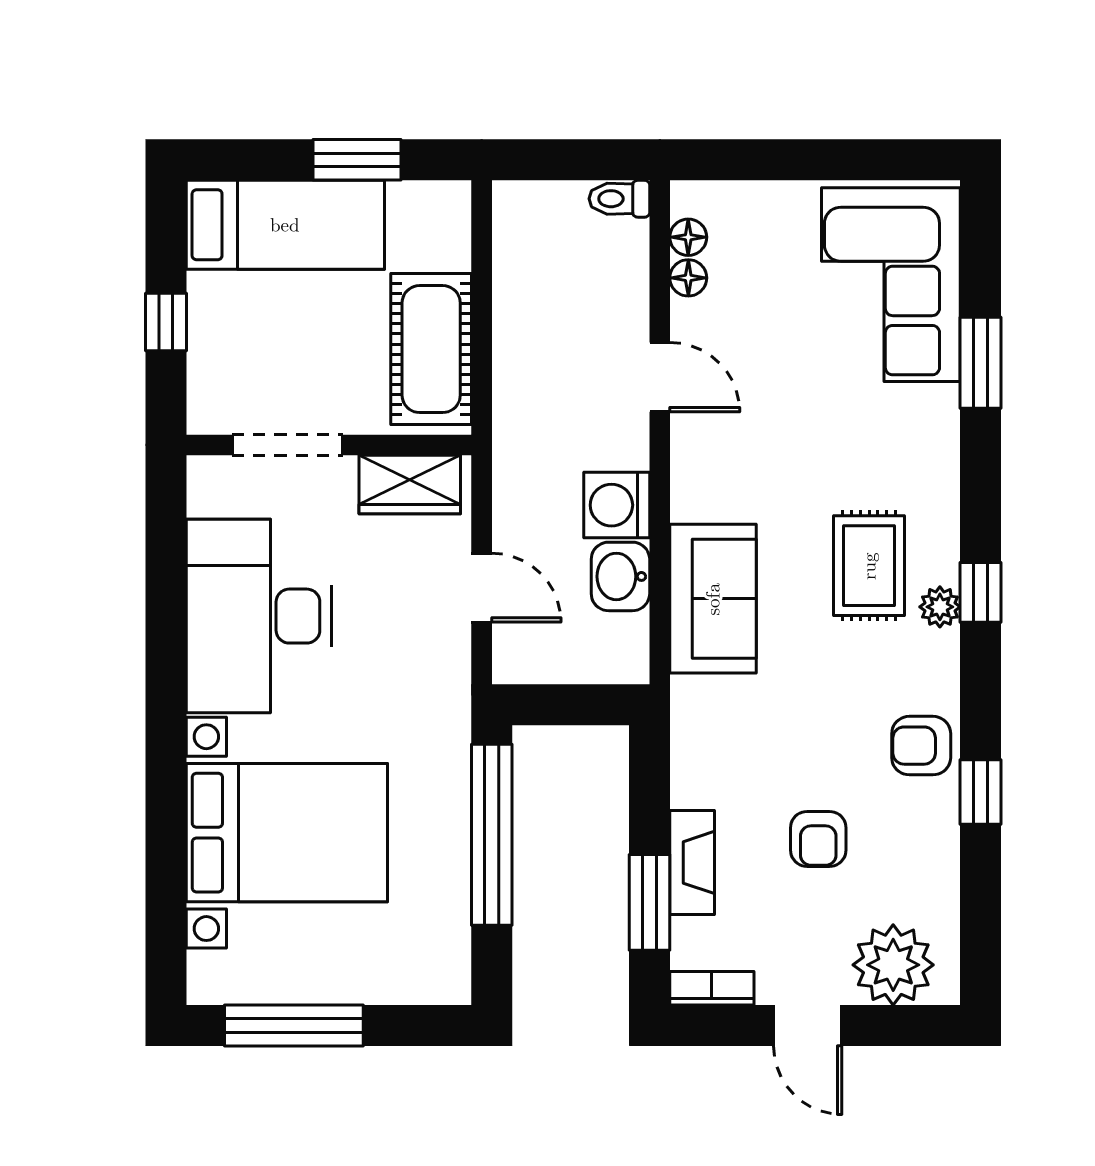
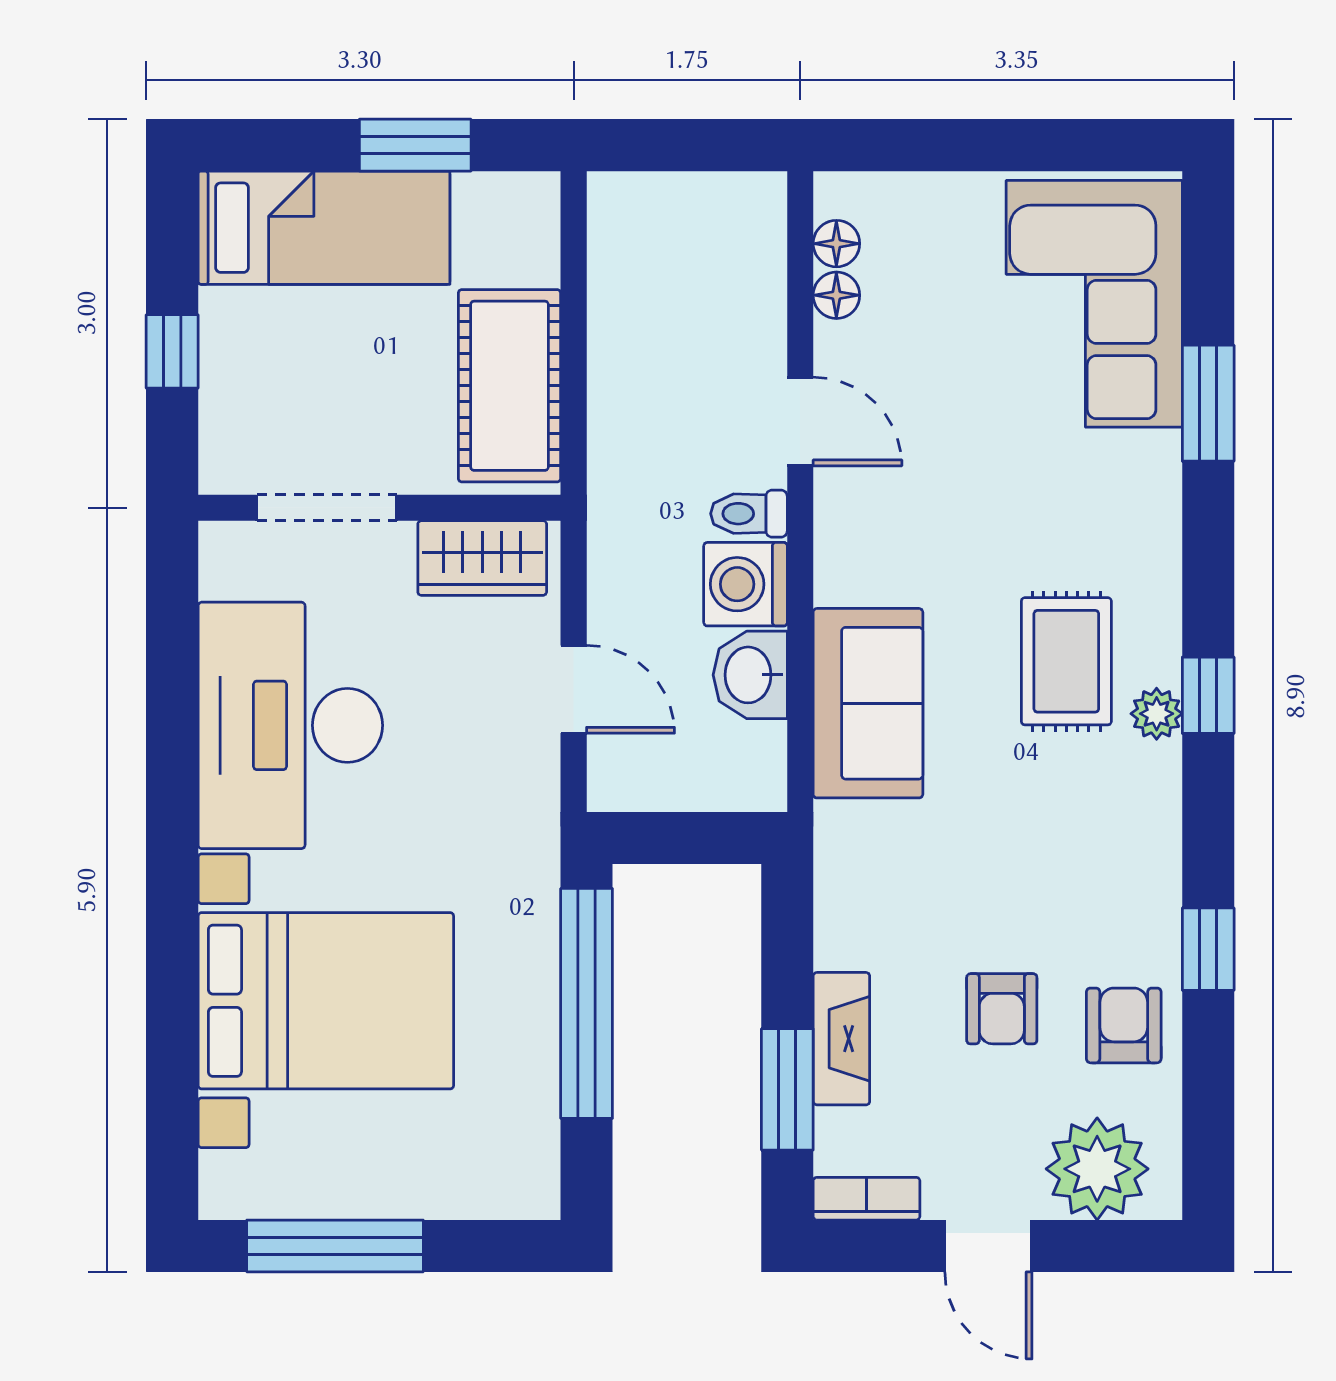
toilet: (619, 199) -> (749, 514), moved
armchair: (921, 746) -> (1124, 1025), moved, turned 90

